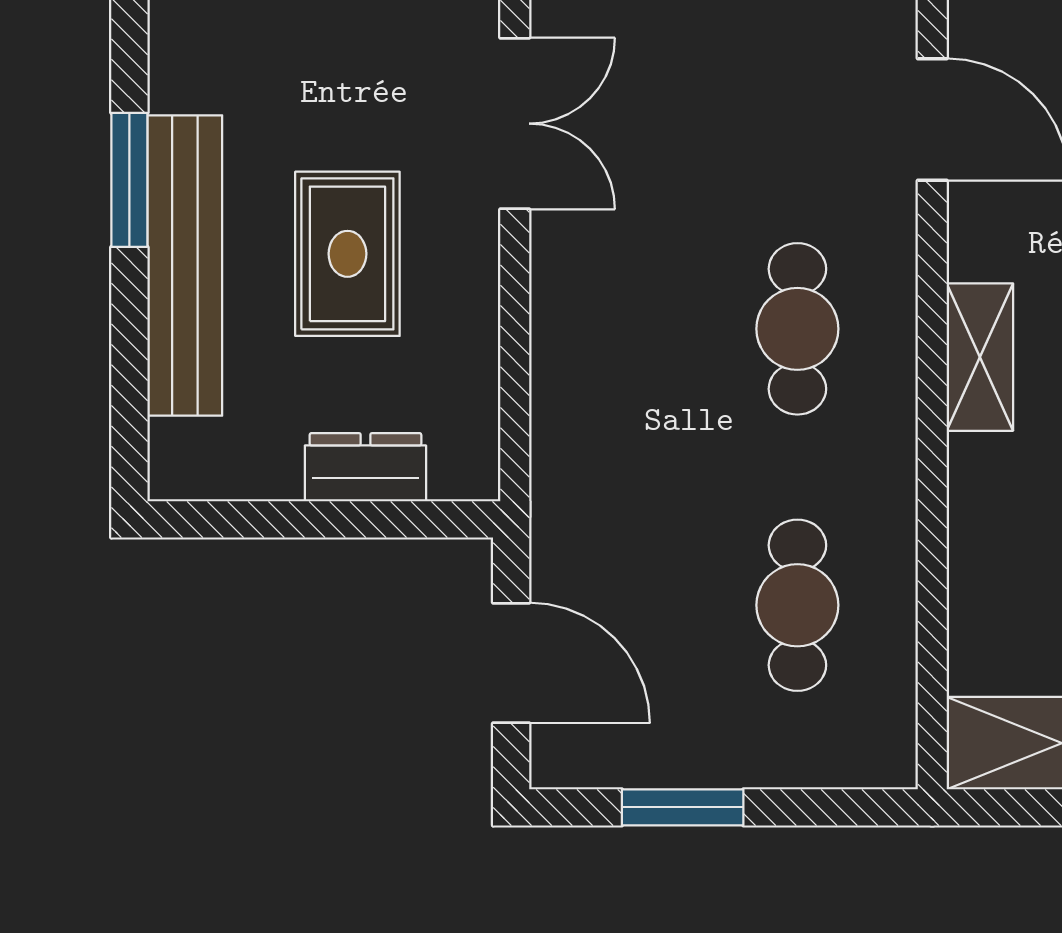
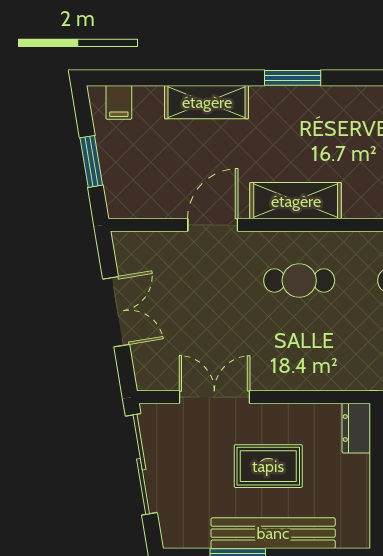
shelving: (980, 357) -> (296, 201), width x1.50, depth x1.33
dresser: (365, 467) -> (356, 428), moved

